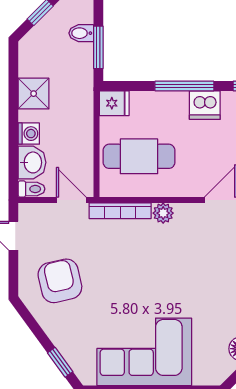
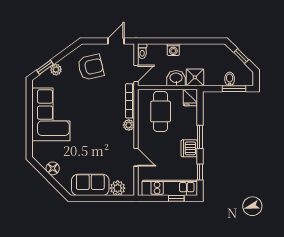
window: (98, 47) -> (234, 89), moved
window: (184, 86) -> (200, 137), width x0.69
shower: (34, 94) -> (195, 77), moved
washbasin: (32, 162) -> (176, 78), moved, turned 180
plant: (64, 343) -> (56, 70), added

